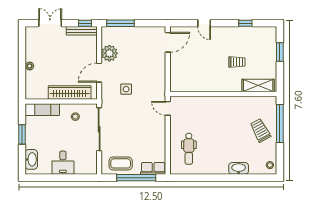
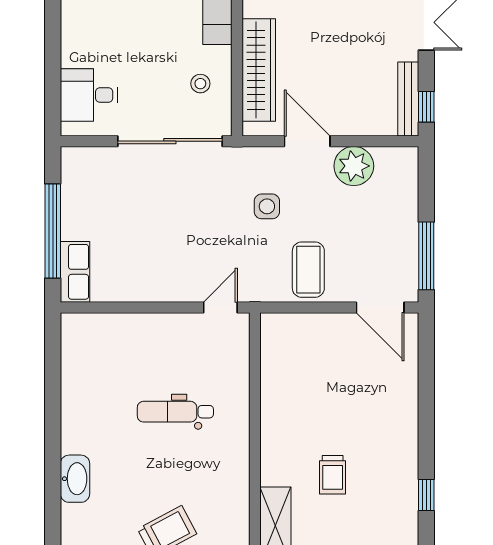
window: (120, 23) -> (426, 256), moved
door: (204, 23) -> (426, 395), removed
dental chair: (189, 149) -> (175, 412), moved
desk: (63, 163) -> (89, 95), moved
coffee table: (121, 163) -> (308, 270), moved

